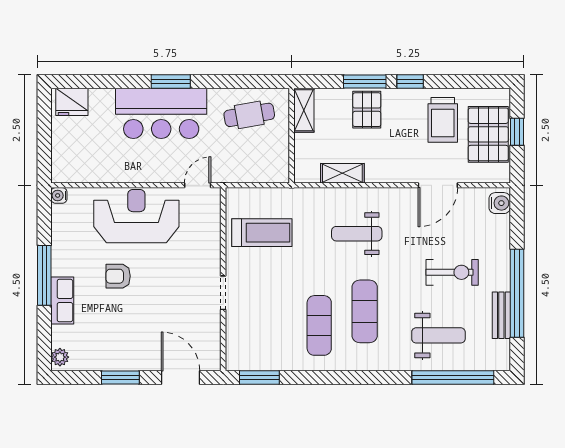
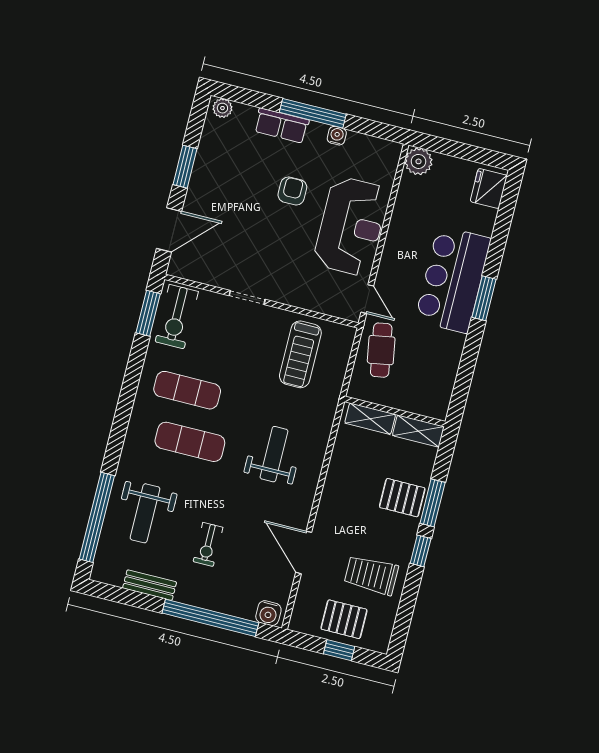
cafe table: (249, 115) -> (381, 350), moved
pallet: (488, 134) -> (344, 619), width x0.67, depth x0.71
plant: (64, 170) -> (419, 161), added
shelving: (342, 173) -> (370, 419), moved, turned 90
water cooler: (59, 195) -> (337, 136), moved
exercise bike: (452, 272) -> (208, 544), width x0.73, depth x0.72
window: (517, 293) -> (210, 618), moved
exercise bike: (256, 351) -> (177, 317), added

